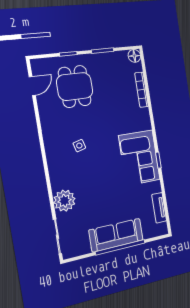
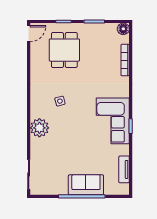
door: (32, 86) -> (29, 34), moved
plant: (64, 201) -> (39, 128), moved
sofa: (116, 235) -> (86, 185), width x0.73

